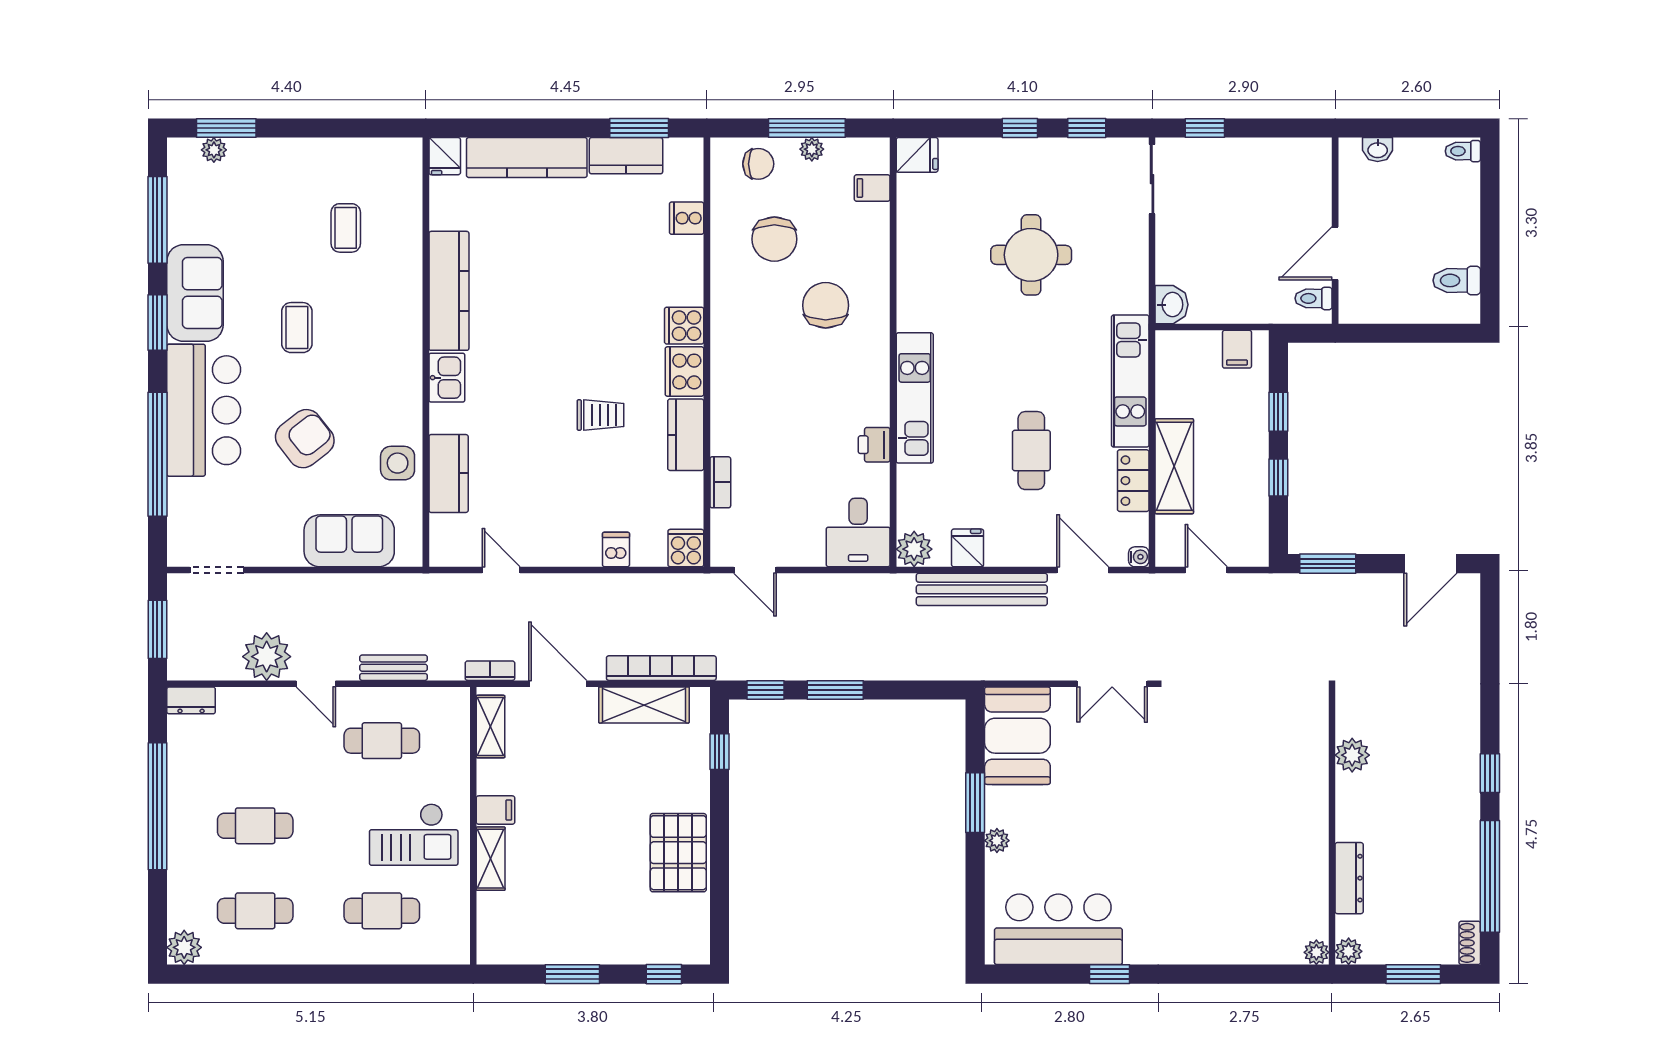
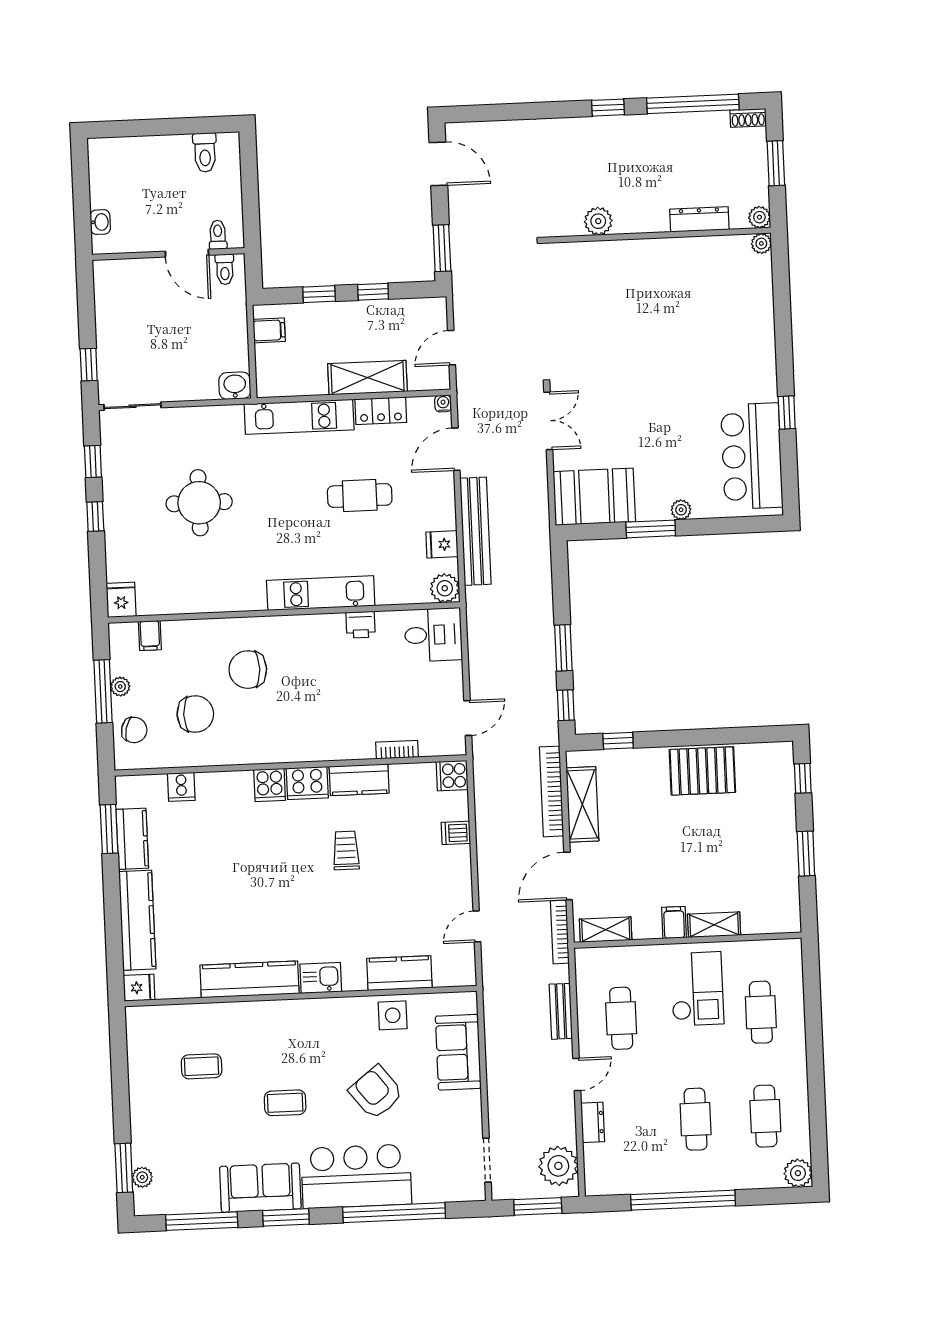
toilet: (1463, 151) -> (218, 235), moved, turned 180
chair: (758, 164) -> (134, 730), turned 104
plant: (267, 657) -> (558, 1166), moved
bookcase: (490, 671) -> (560, 932), width x1.56
dresser: (191, 700) -> (593, 1122), moved

